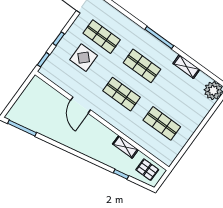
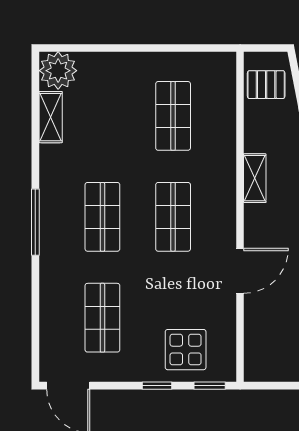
display table: (84, 58) -> (186, 350), moved
shelving: (186, 67) -> (51, 117), moved
shelving: (125, 147) -> (255, 178), moved
pallet: (147, 170) -> (266, 85), turned 90

